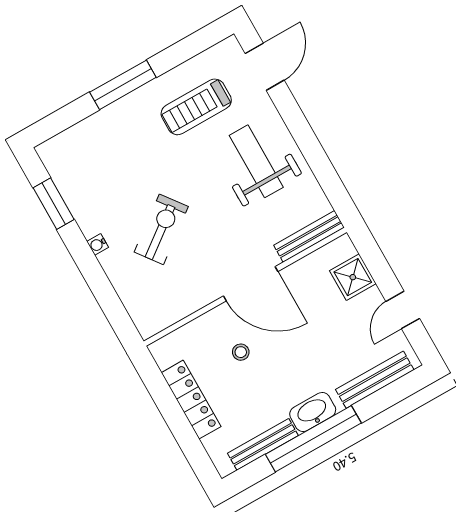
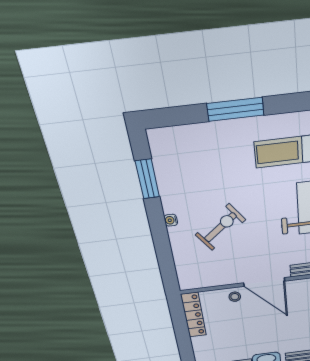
stool: (241, 352) -> (235, 297), moved
locker: (191, 400) -> (194, 315), moved

